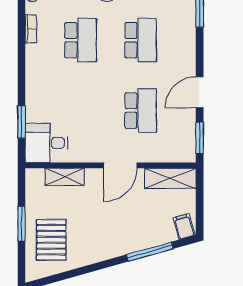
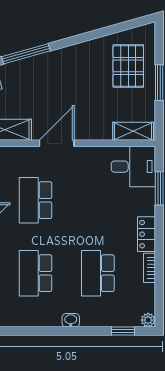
bookcase: (31, 29) -> (149, 268), moved
locker: (34, 78) -> (146, 234), added
shelving: (65, 177) -> (133, 131), moved

